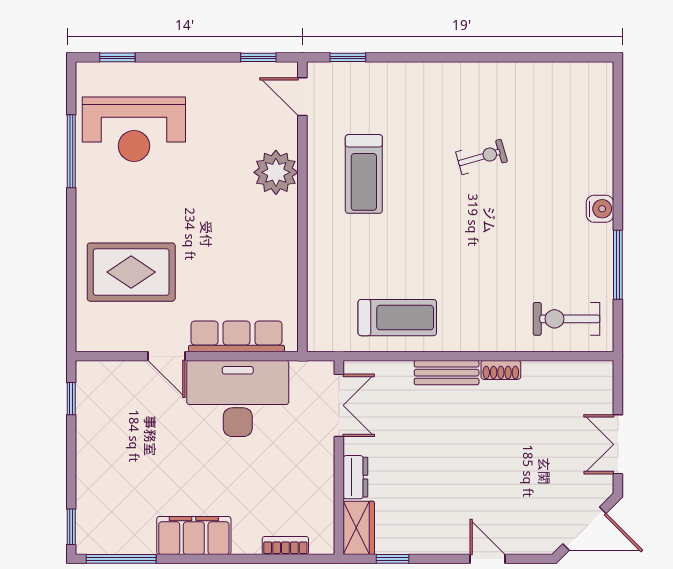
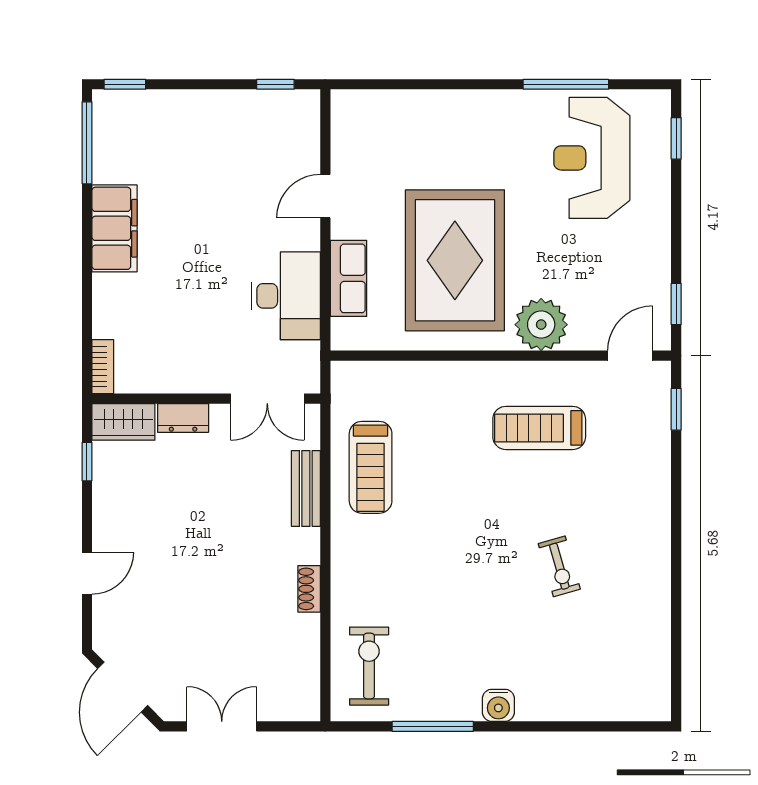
rug: (131, 272) -> (455, 260), moved, width x1.37, depth x1.44
row of seats: (237, 336) -> (348, 278), width x0.68
bench: (447, 373) -> (306, 489), moved
desk: (238, 398) -> (286, 296), width x0.73, depth x0.77
bookcase: (285, 546) -> (103, 367), moved

